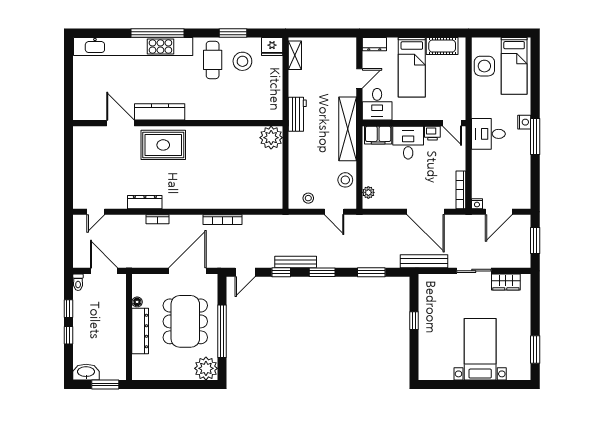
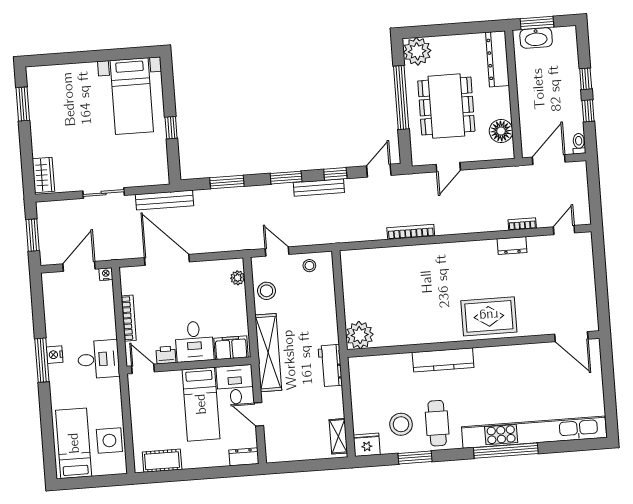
bed: (412, 67) -> (201, 404), moved, turned 180
door: (359, 78) -> (259, 414), hinge flipped
kitchen counter: (160, 112) -> (443, 360), moved
nightstand: (524, 122) -> (55, 355), moved
door: (120, 123) -> (571, 337), moved
bookcase: (461, 190) -> (129, 318), moved
dresser: (145, 202) -> (512, 246), width x0.70
bookcase: (157, 219) -> (522, 224), moved
door: (104, 271) -> (549, 160), swing flipped
door: (187, 271) -> (448, 167), width x0.53
wardrobe: (506, 282) -> (43, 175), moved, turned 90
floor lamp: (137, 302) -> (501, 131), width x1.89, depth x1.89
dresser: (140, 331) -> (497, 59), moved
bed with nightstands: (480, 349) -> (132, 96), moved
washbasin: (86, 372) -> (536, 38), moved

